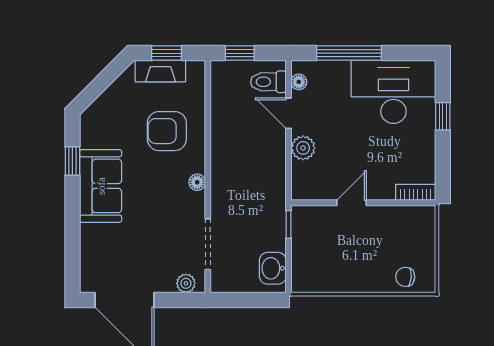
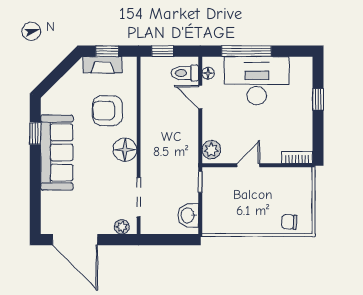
desk: (393, 92) -> (257, 81), moved
plant: (303, 148) -> (211, 150), moved
floor lamp: (197, 182) -> (125, 150), width x1.89, depth x1.89
sofa: (101, 186) -> (57, 153), width x1.36

